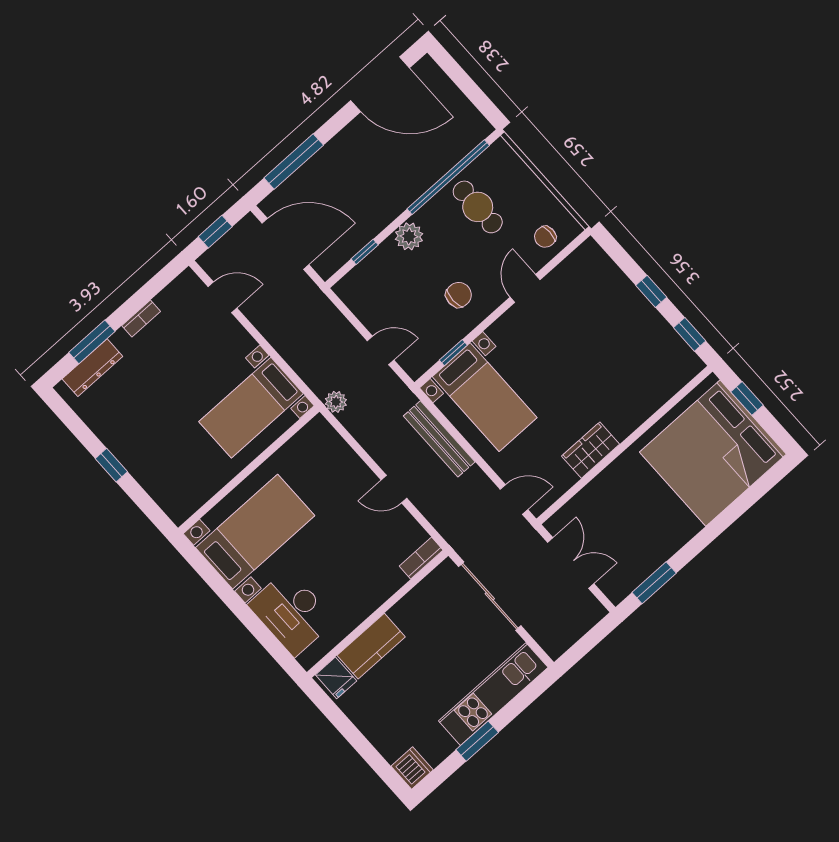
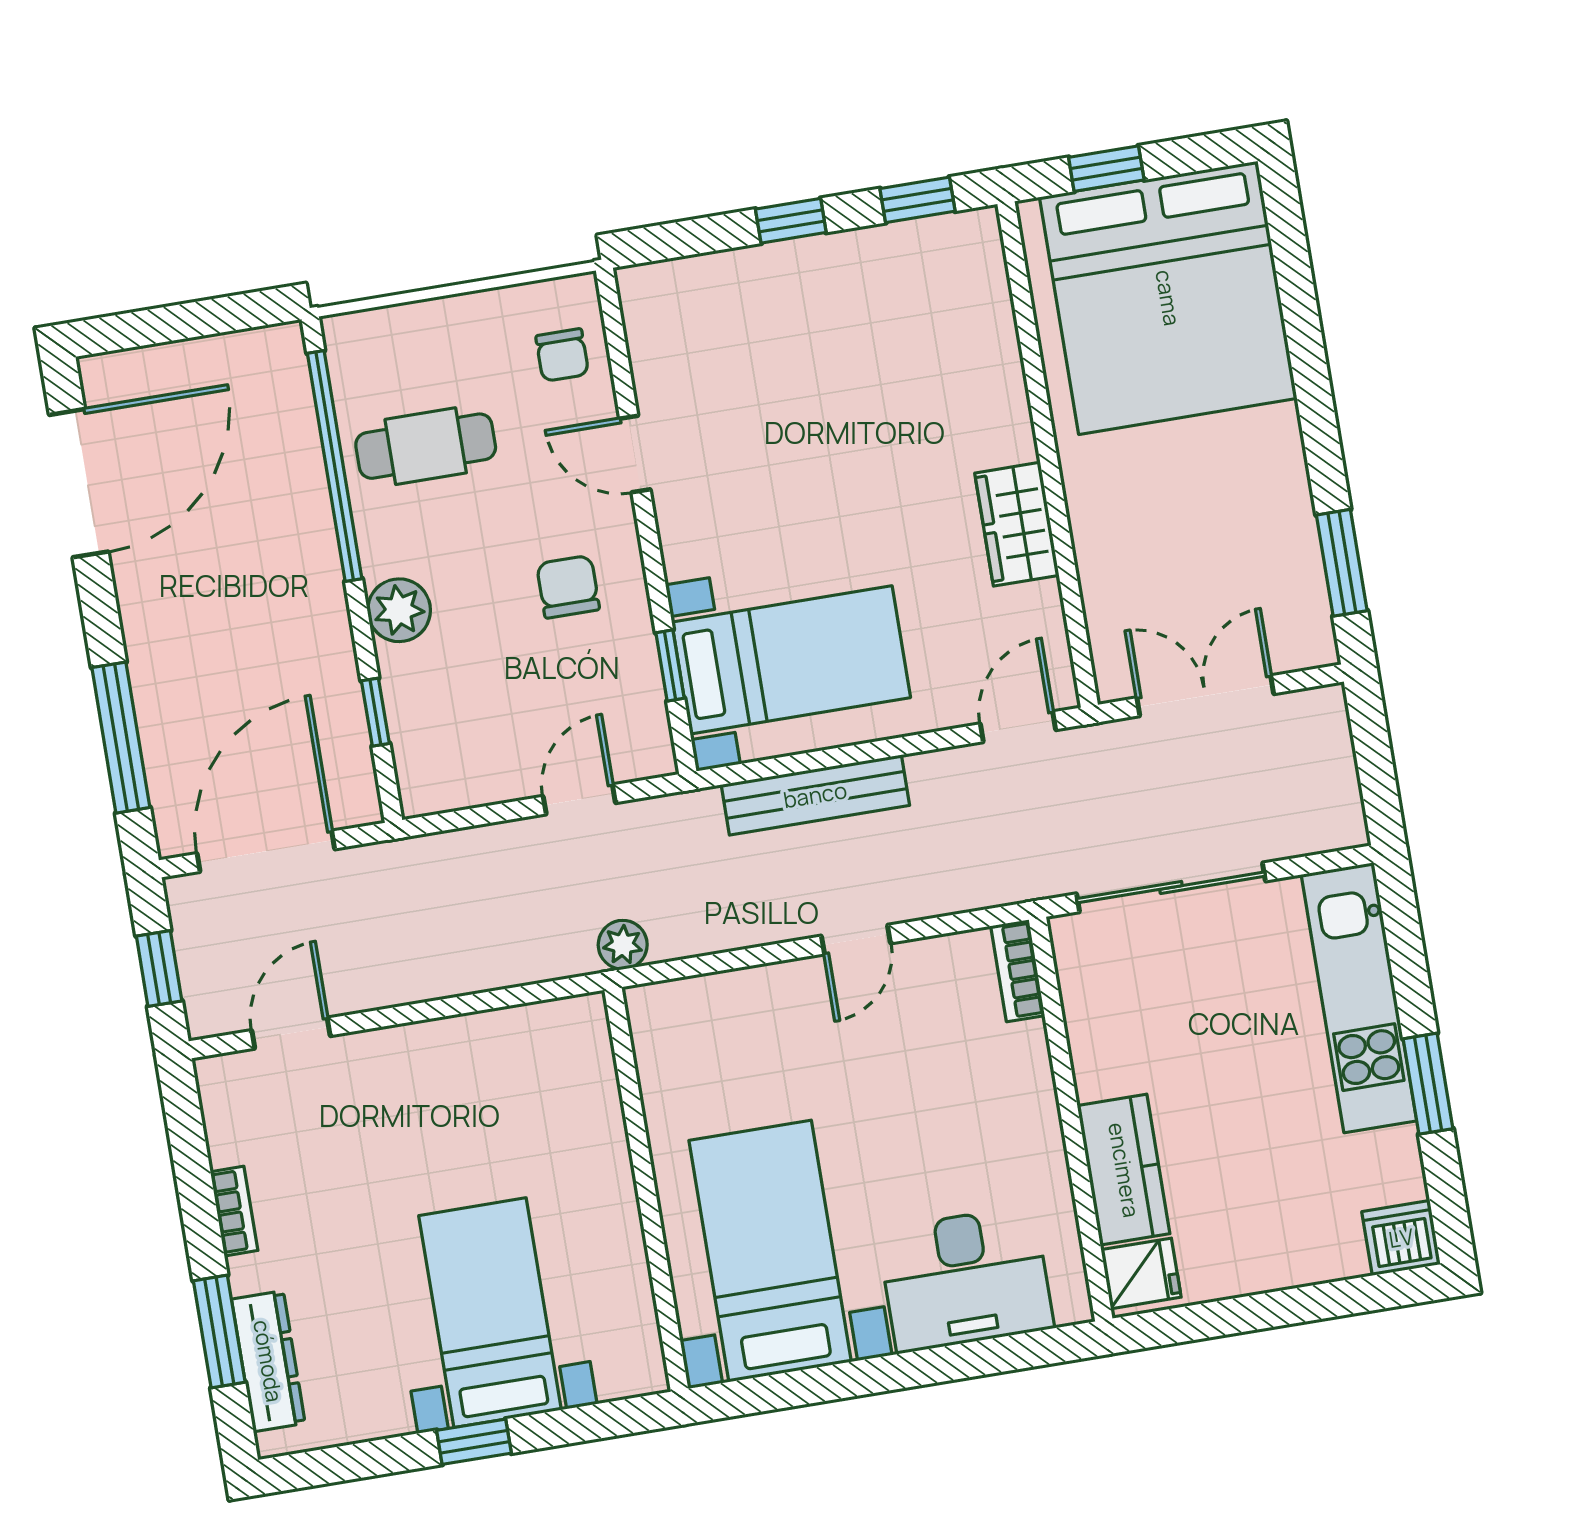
bed with nightstands: (251, 408) -> (490, 1313), moved, turned 180

